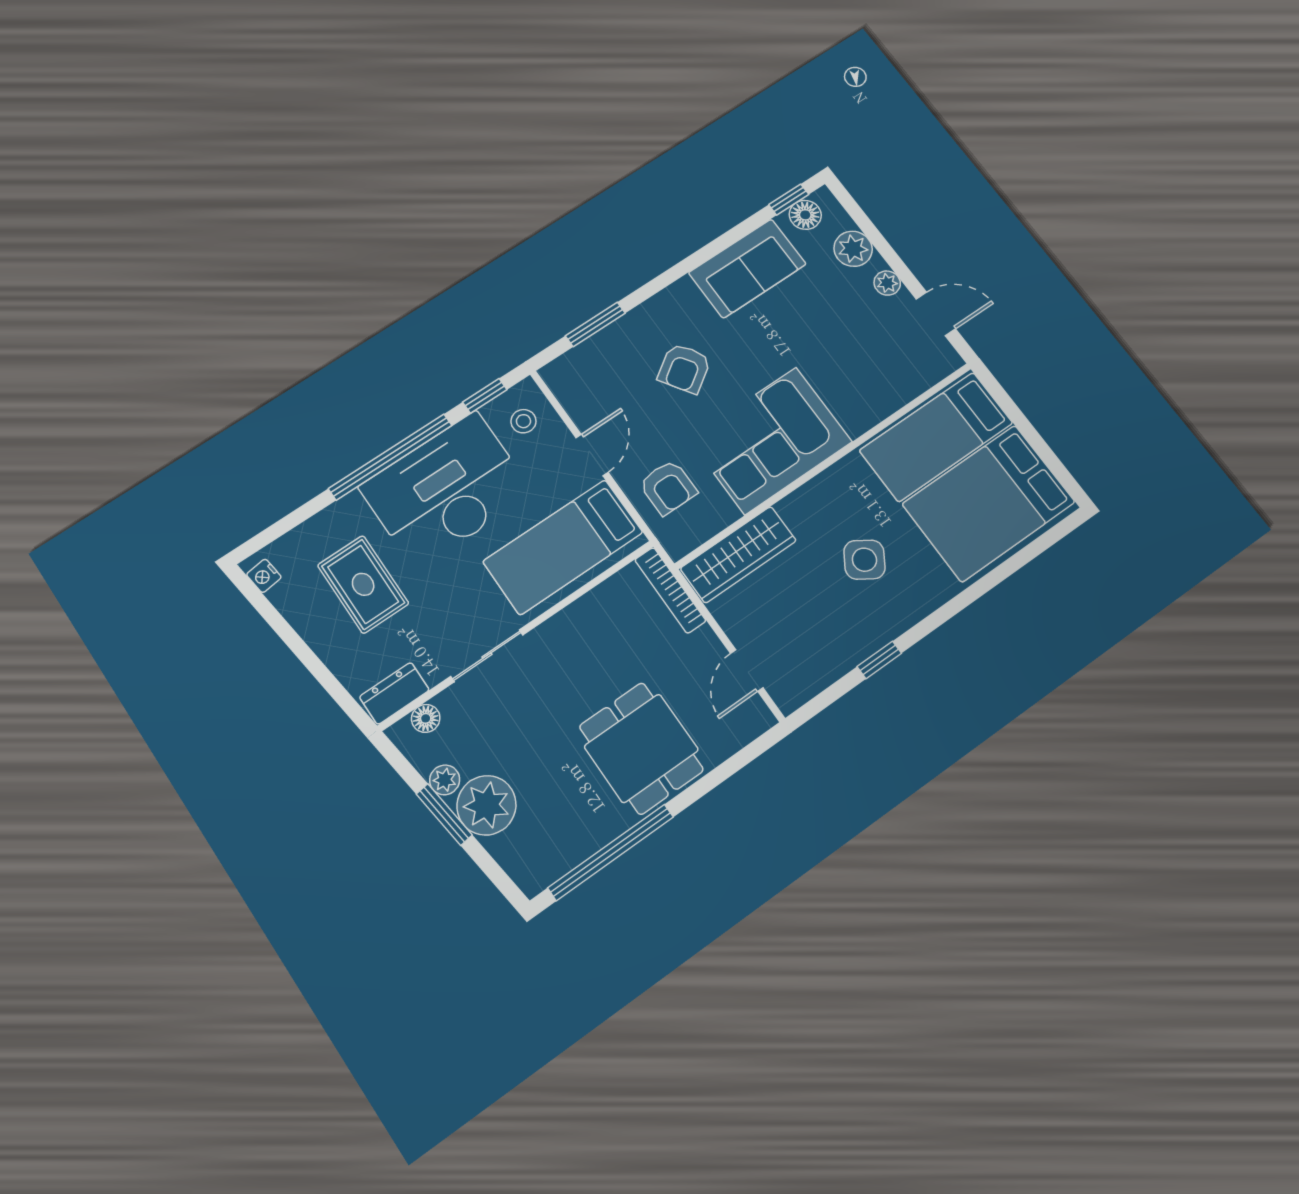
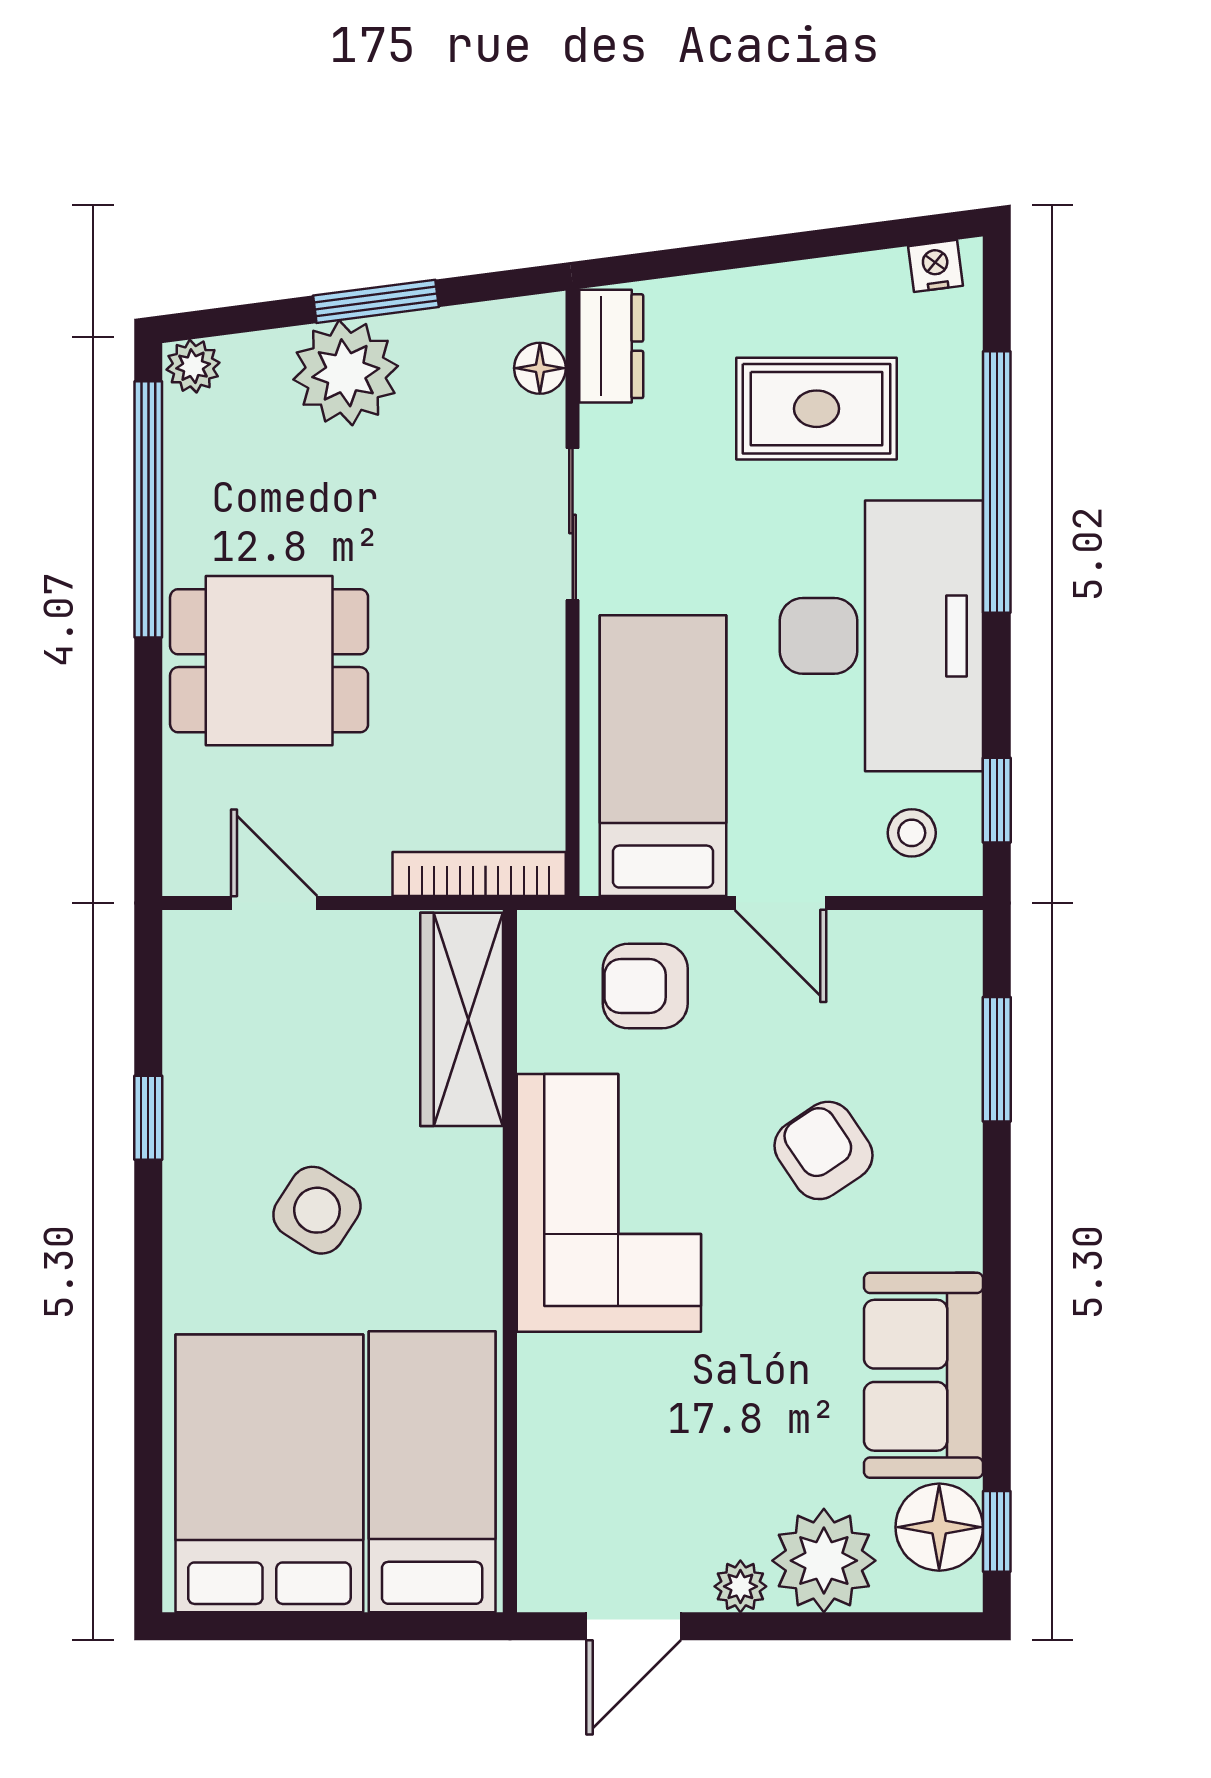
floor lamp: (805, 215) -> (939, 1527), width x1.38, depth x1.38
plant: (853, 249) -> (824, 1561), width x1.36, depth x1.36
window: (390, 457) -> (997, 482), moved
plant: (445, 780) -> (193, 366), moved

